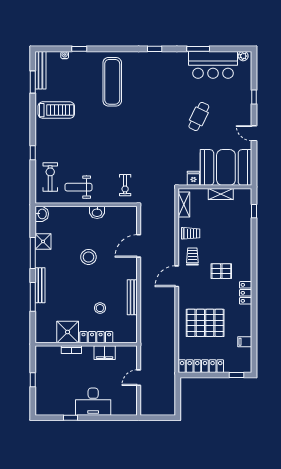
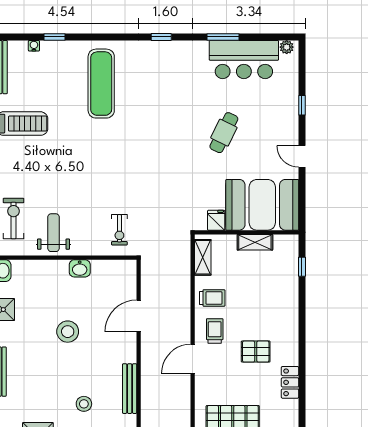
weight bench: (78, 187) -> (54, 233), turned 90

